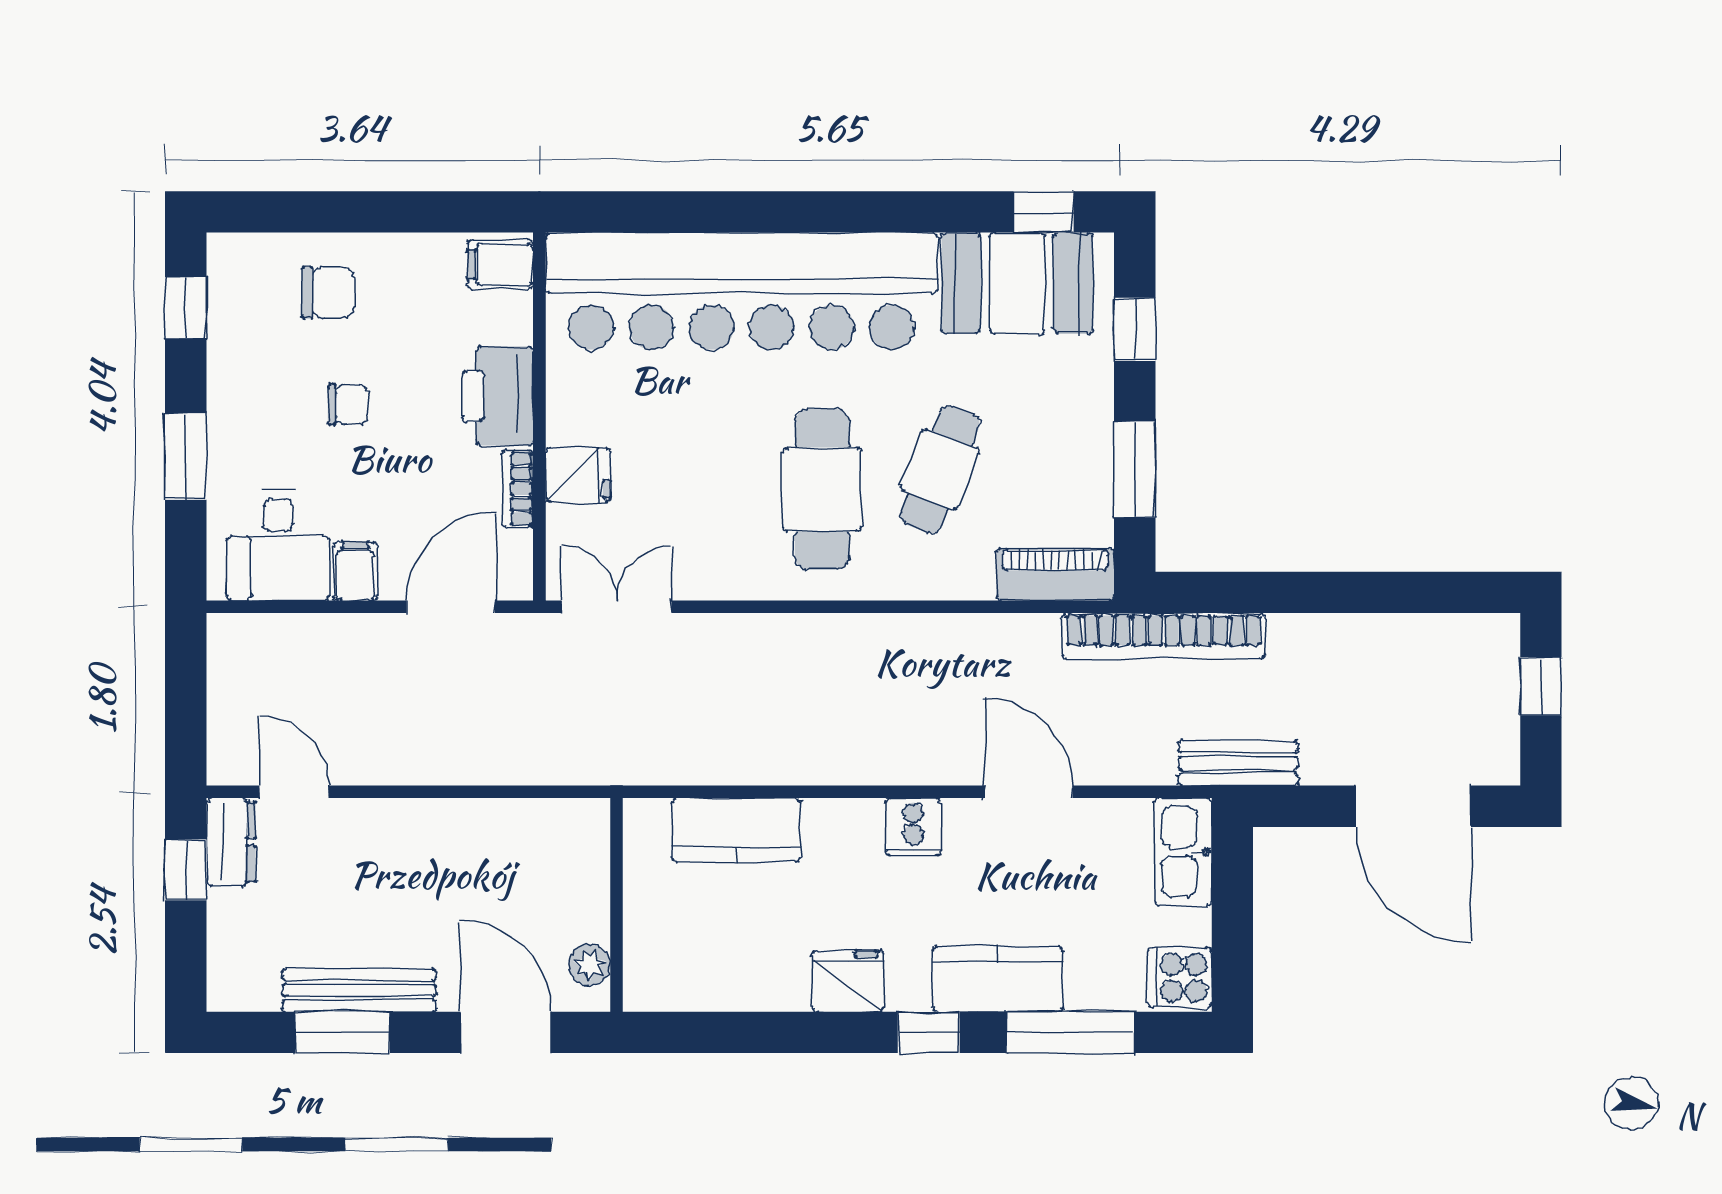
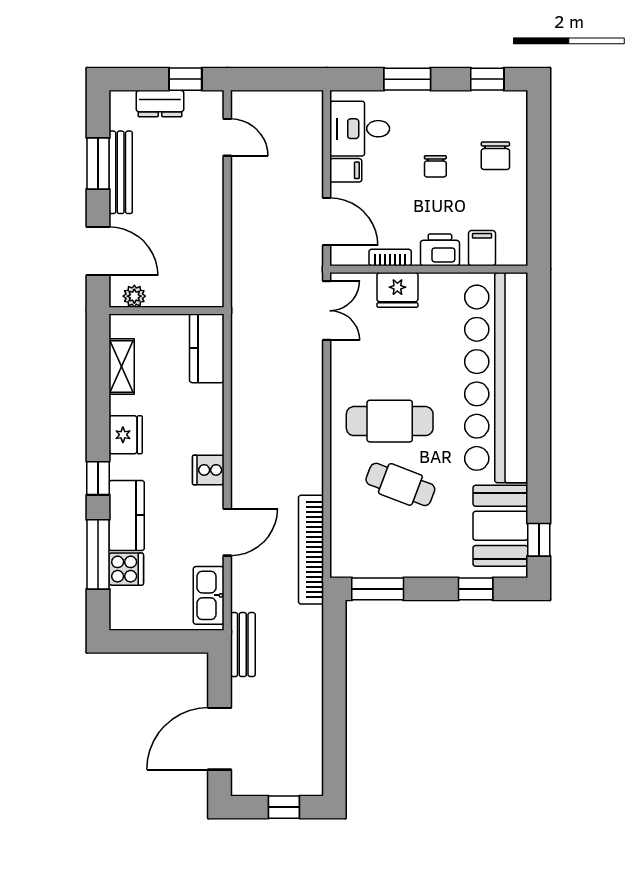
filing cabinet: (500, 265) -> (482, 248), moved
printer: (498, 396) -> (440, 250), width x0.73, depth x0.84
window: (1135, 470) -> (378, 589), moved
fridge: (578, 475) -> (397, 290), width x1.38
piano: (1055, 574) -> (344, 546), removed
bookcase: (1164, 636) -> (311, 550), moved
door: (294, 792) -> (227, 137), hinge flipped
kitchen counter: (736, 830) -> (207, 348), moved
dresser: (231, 842) -> (160, 103), moved
kitchen sink: (1183, 852) -> (209, 595), moved, turned -90
cooker: (1180, 978) -> (126, 569), moved, turned 90
shelving: (721, 988) -> (122, 366), added
door: (506, 1032) -> (98, 251), hinge flipped

